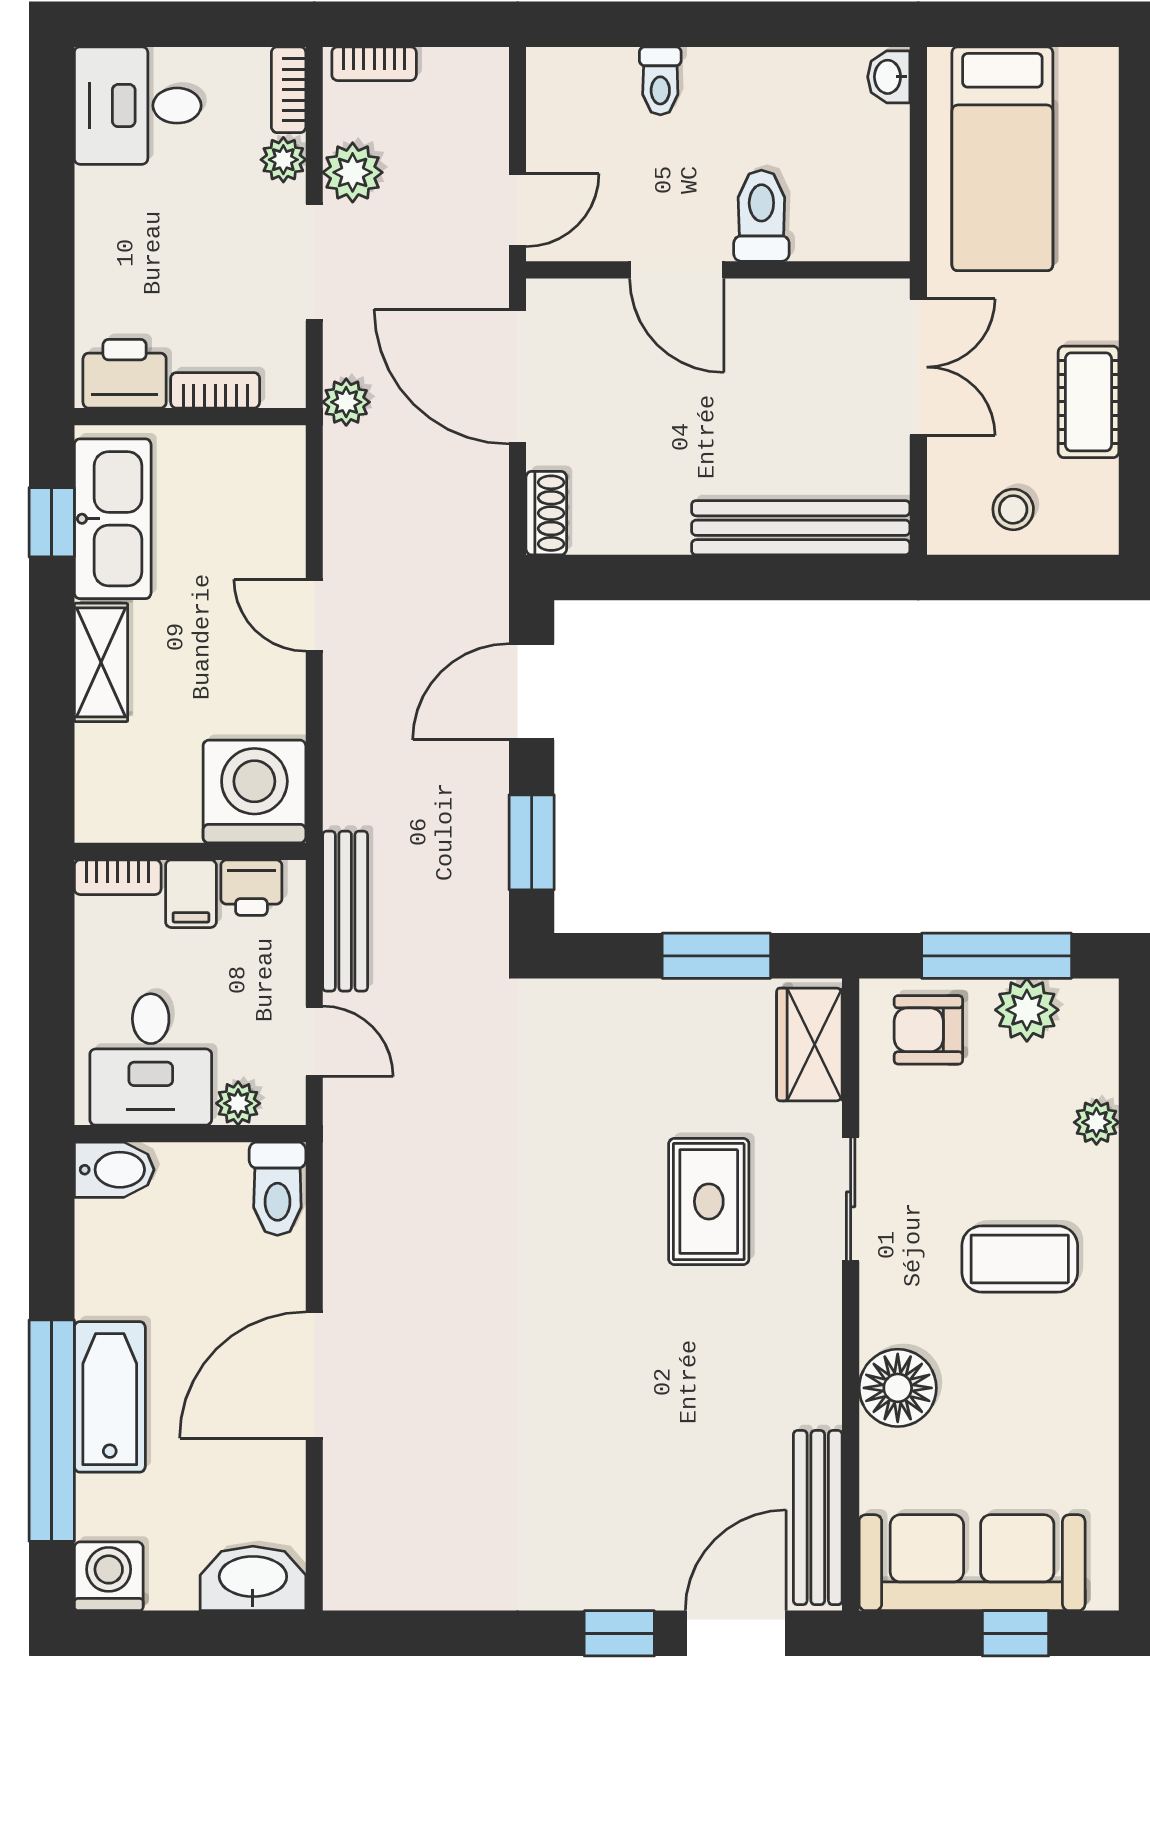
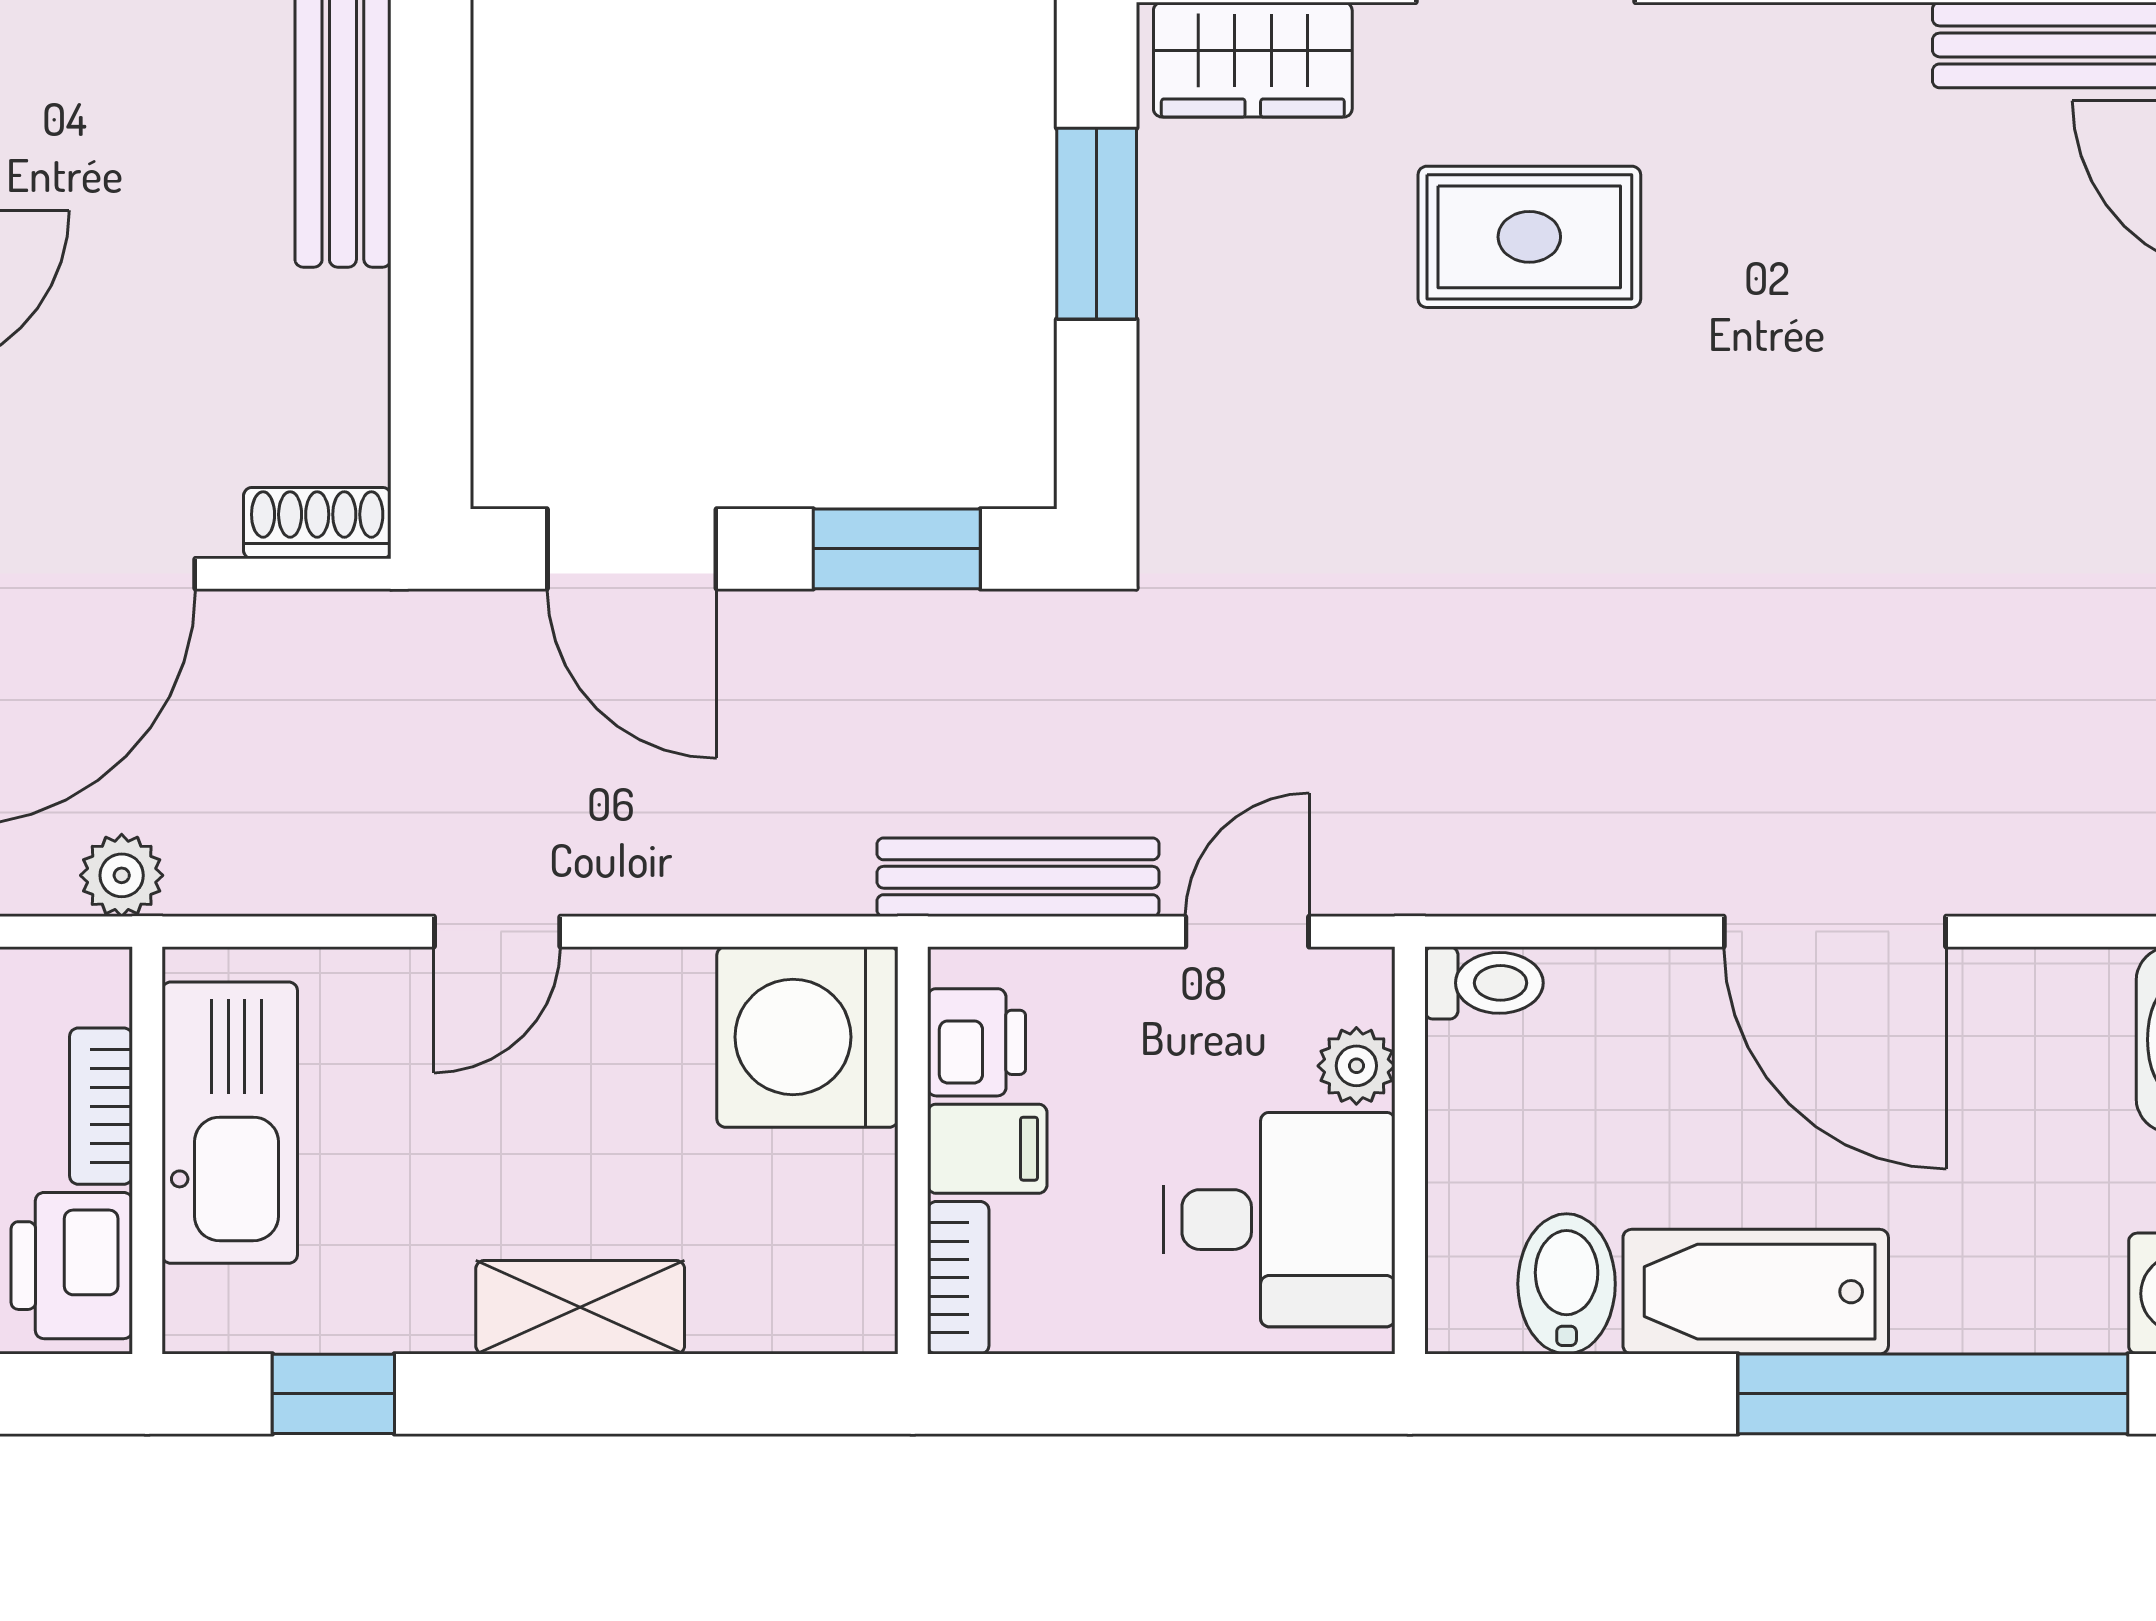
kitchen sink: (113, 519) -> (230, 1123), moved, turned 90
bidet: (114, 1170) -> (1567, 1284), moved
toilet: (277, 1189) -> (1484, 983), width x0.73, depth x0.72
bathtub: (110, 1397) -> (1756, 1292), moved

